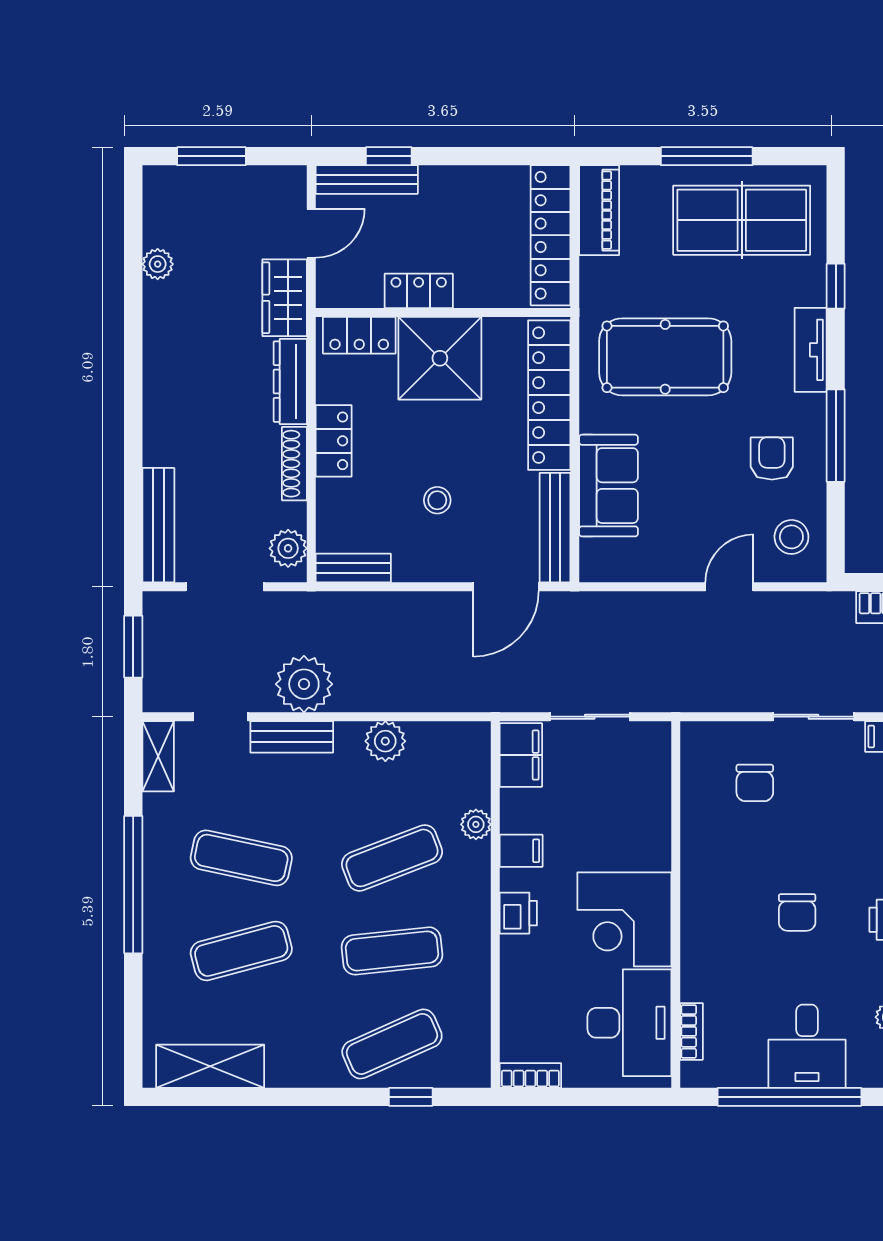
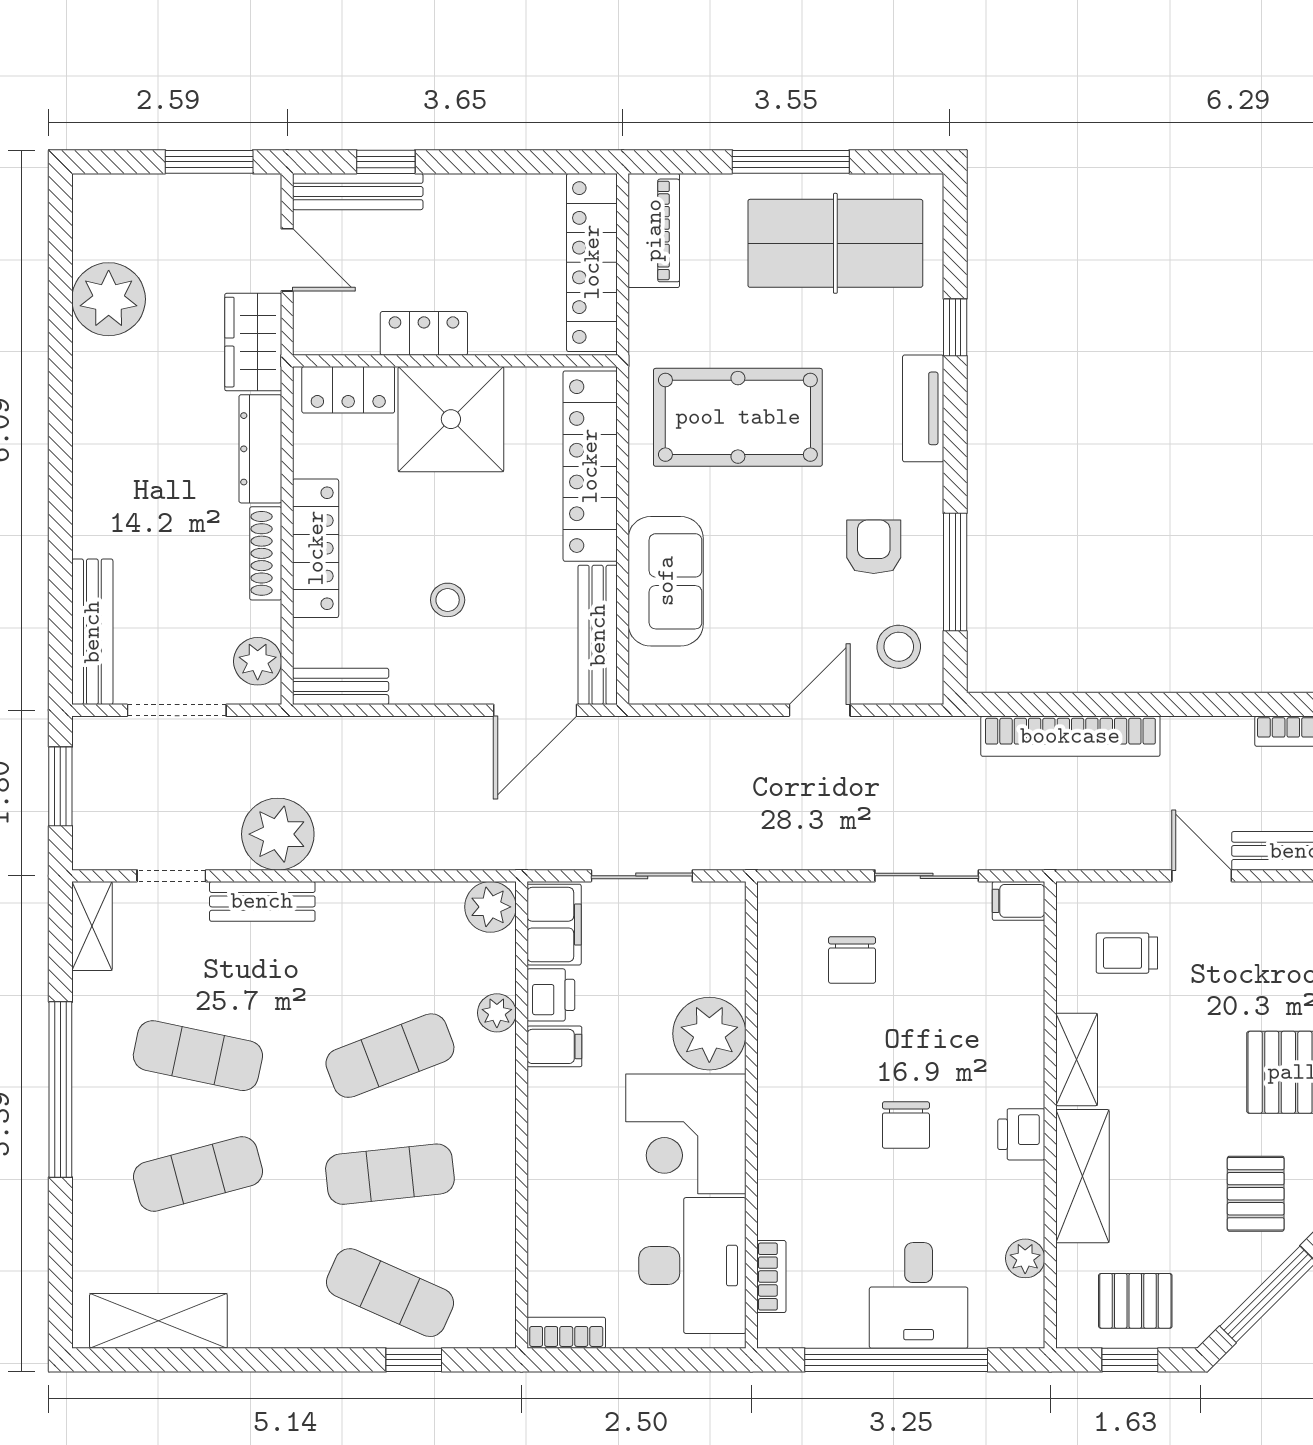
window: (211, 156) -> (209, 162), moved
door: (311, 233) -> (287, 260), hinge flipped
plant: (158, 264) -> (109, 299), width x1.88, depth x1.88
window: (836, 436) -> (955, 572), moved
locker: (334, 441) -> (316, 548), width x1.53
plant: (385, 741) -> (490, 907), moved
plant: (643, 841) -> (709, 1034), added
printer: (518, 913) -> (551, 995), moved
exercise mat: (392, 1044) -> (390, 1293), turned 48

